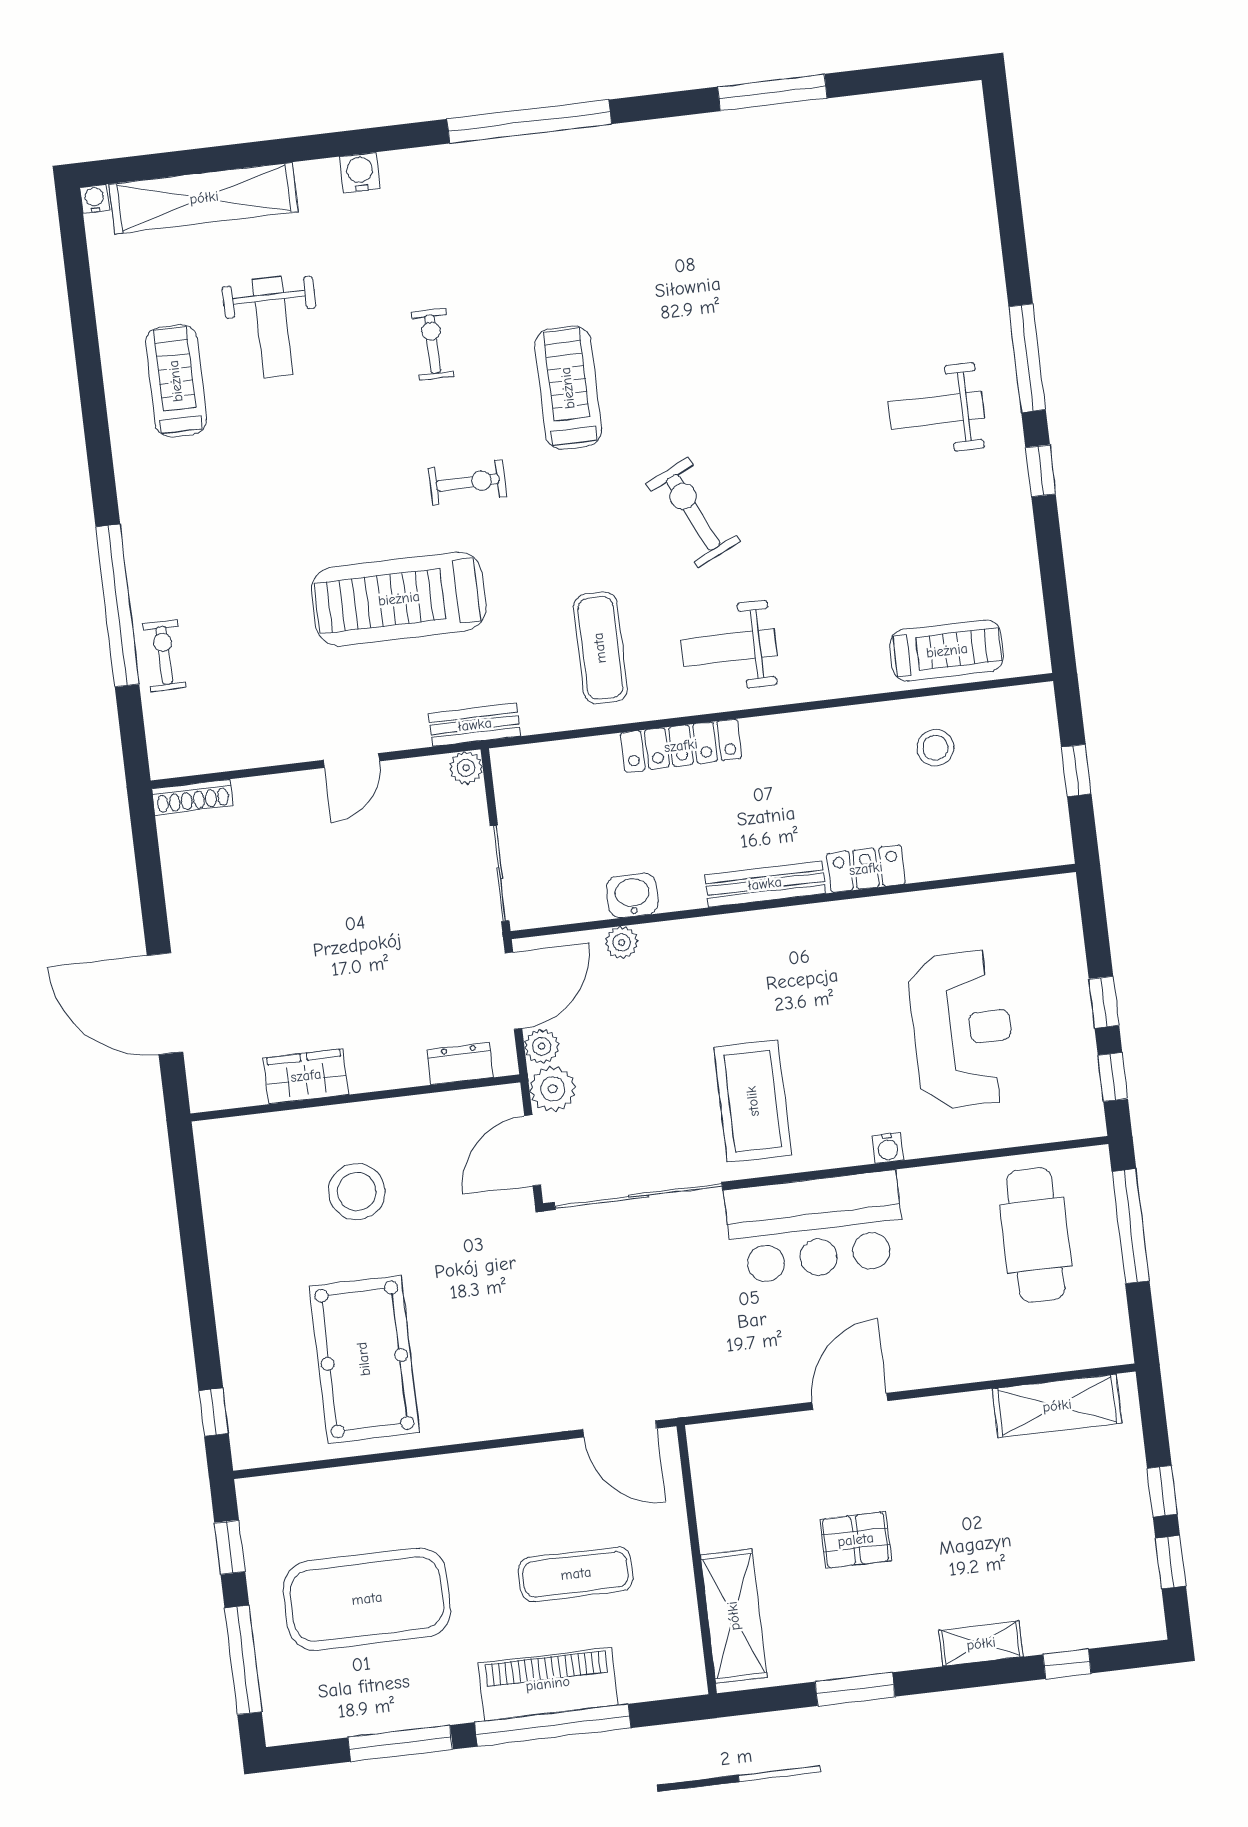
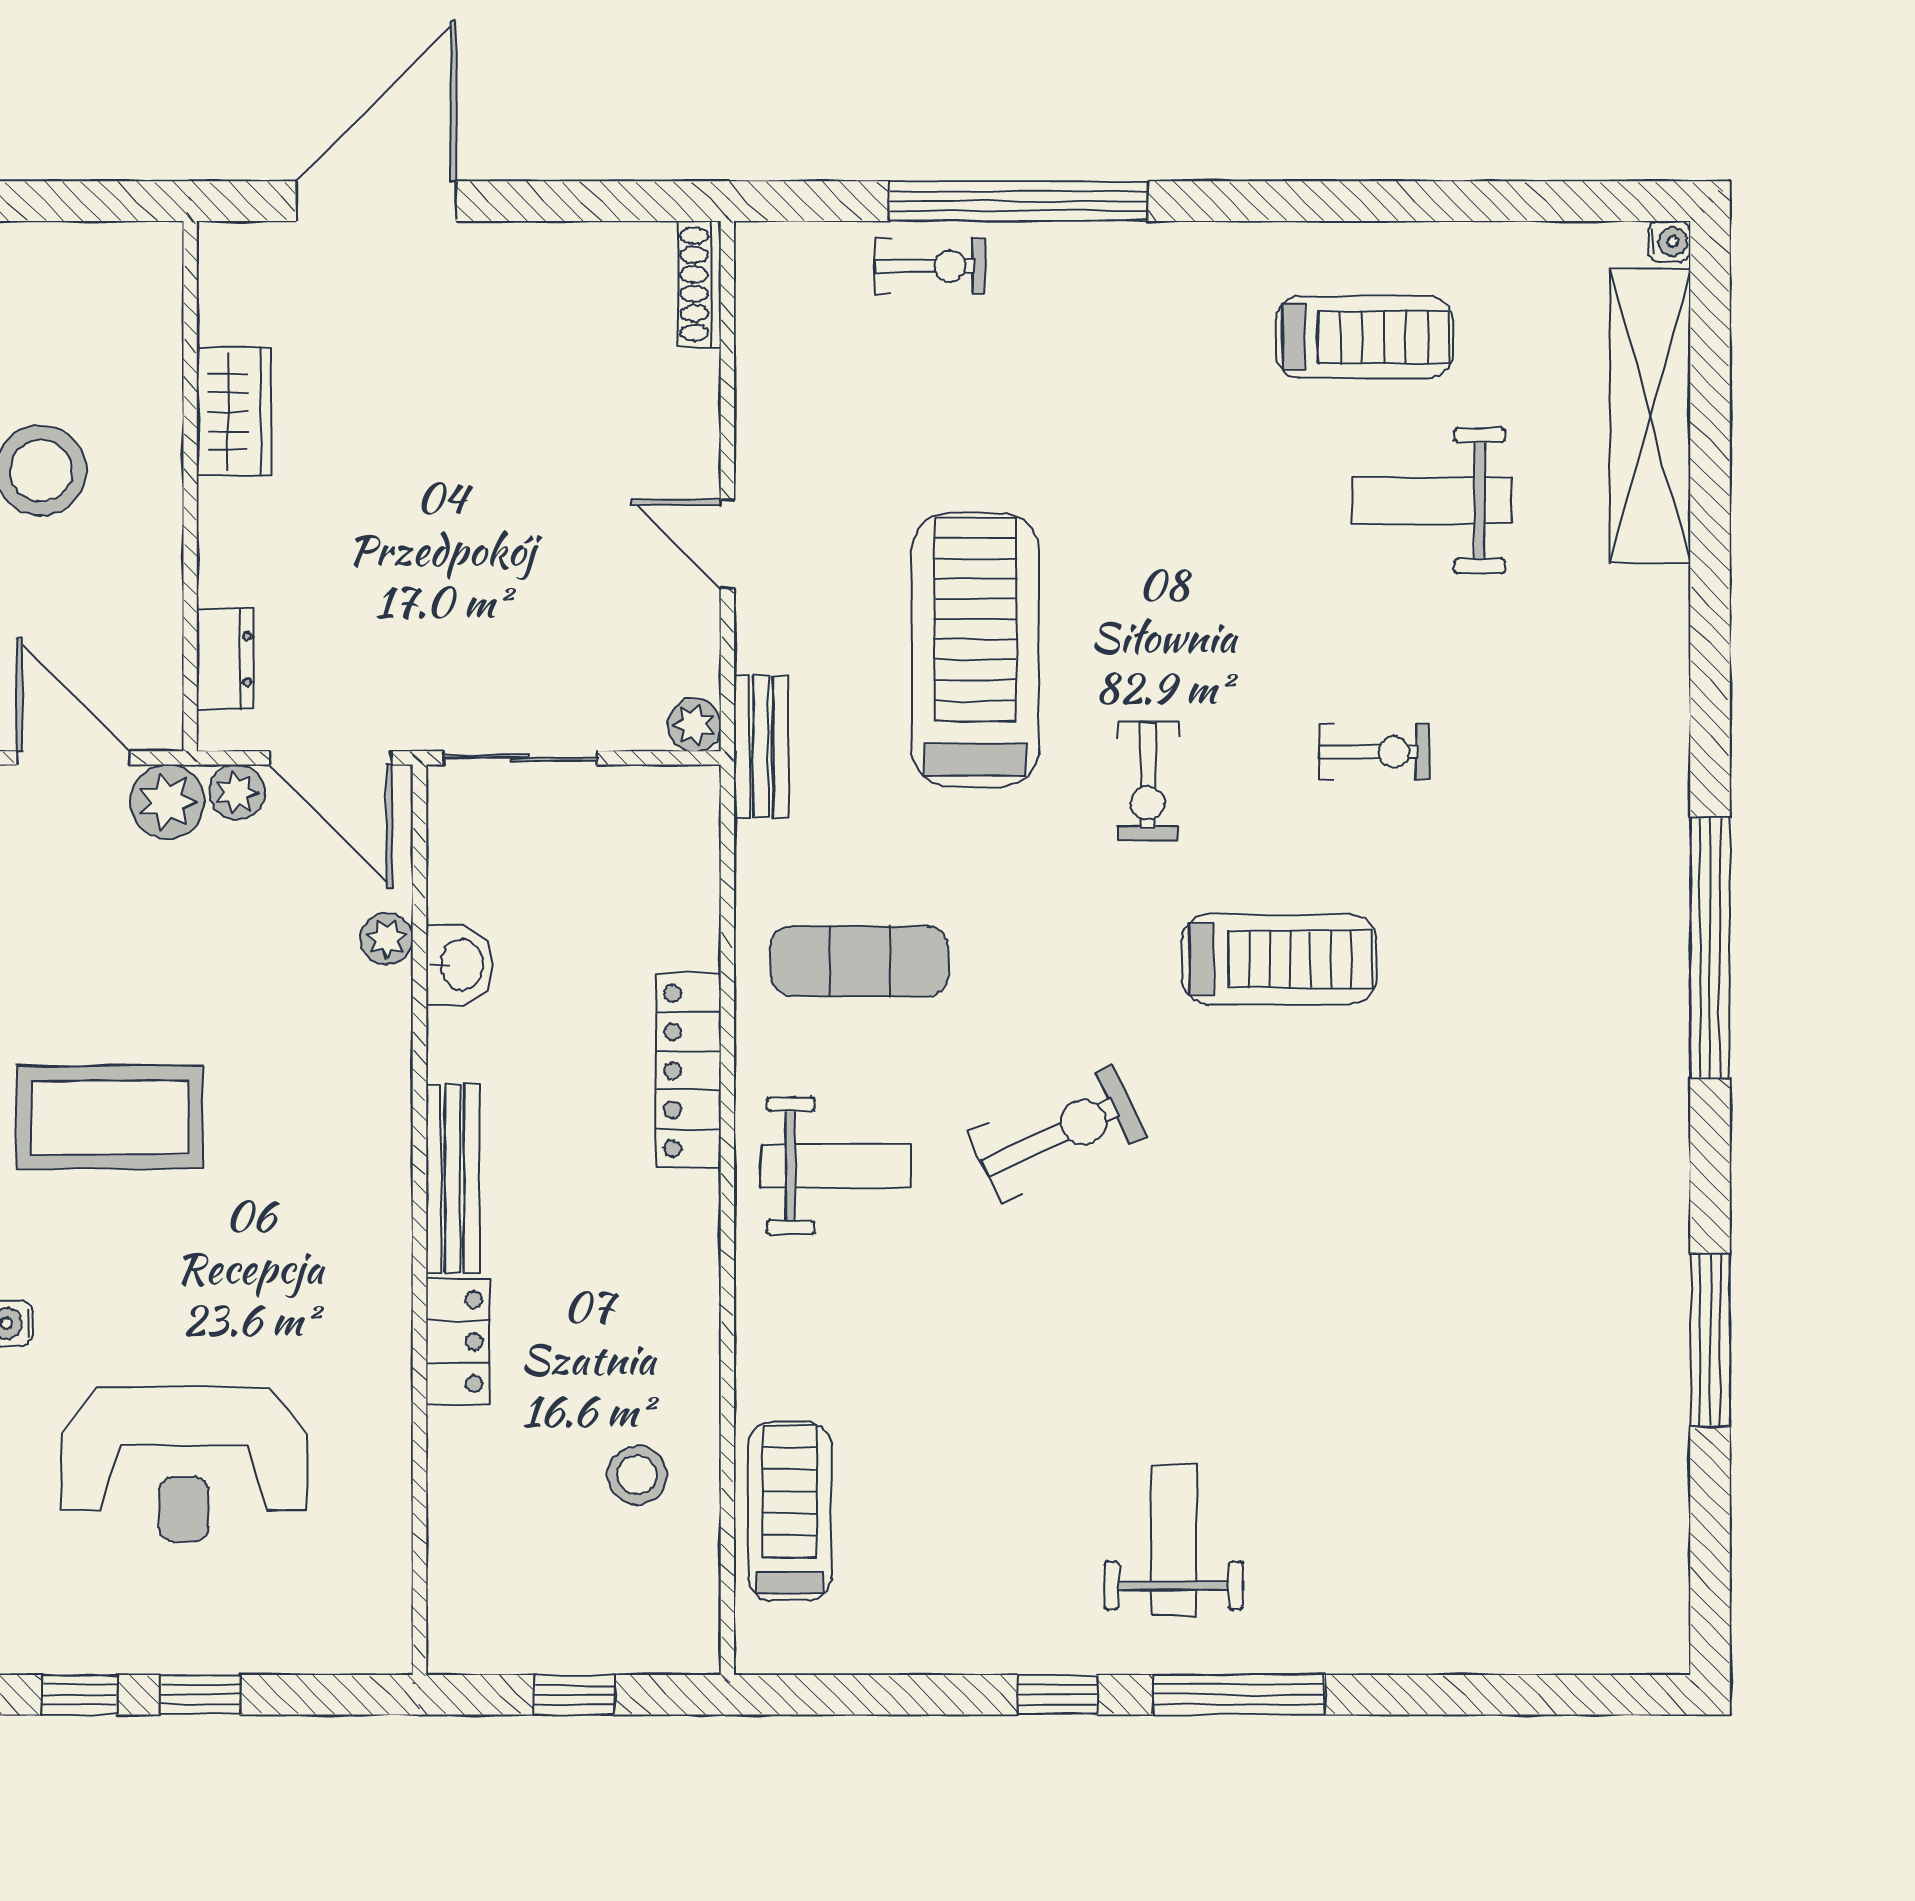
water cooler: (360, 173) -> (1661, 669), removed
weight bench: (729, 647) -> (836, 1166), turned 90
treadmill: (947, 651) -> (790, 1511), turned 180

